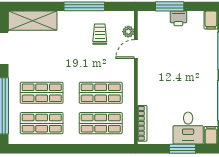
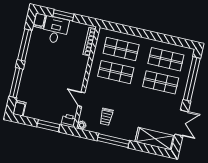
printer: (178, 18) -> (68, 121), moved
plant: (128, 32) -> (82, 125), moved
door: (136, 49) -> (81, 99), swing flipped

